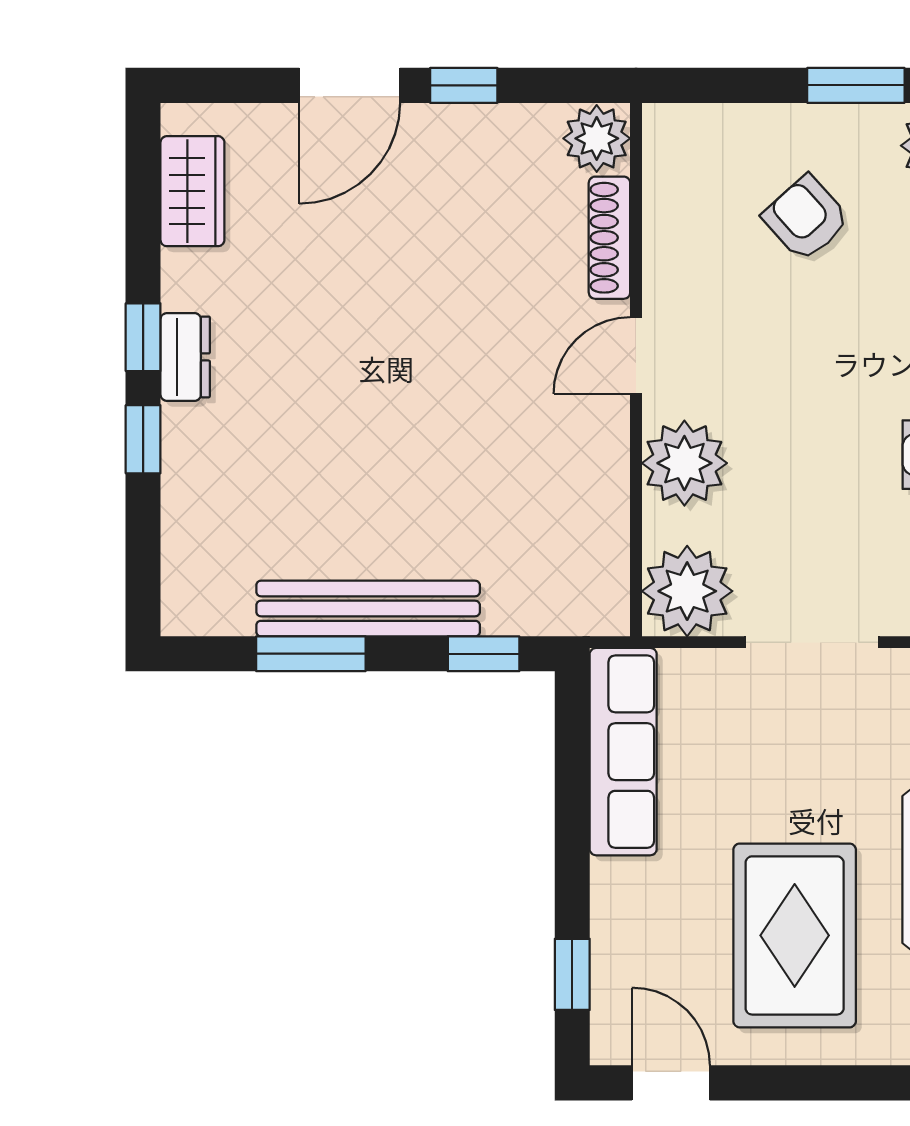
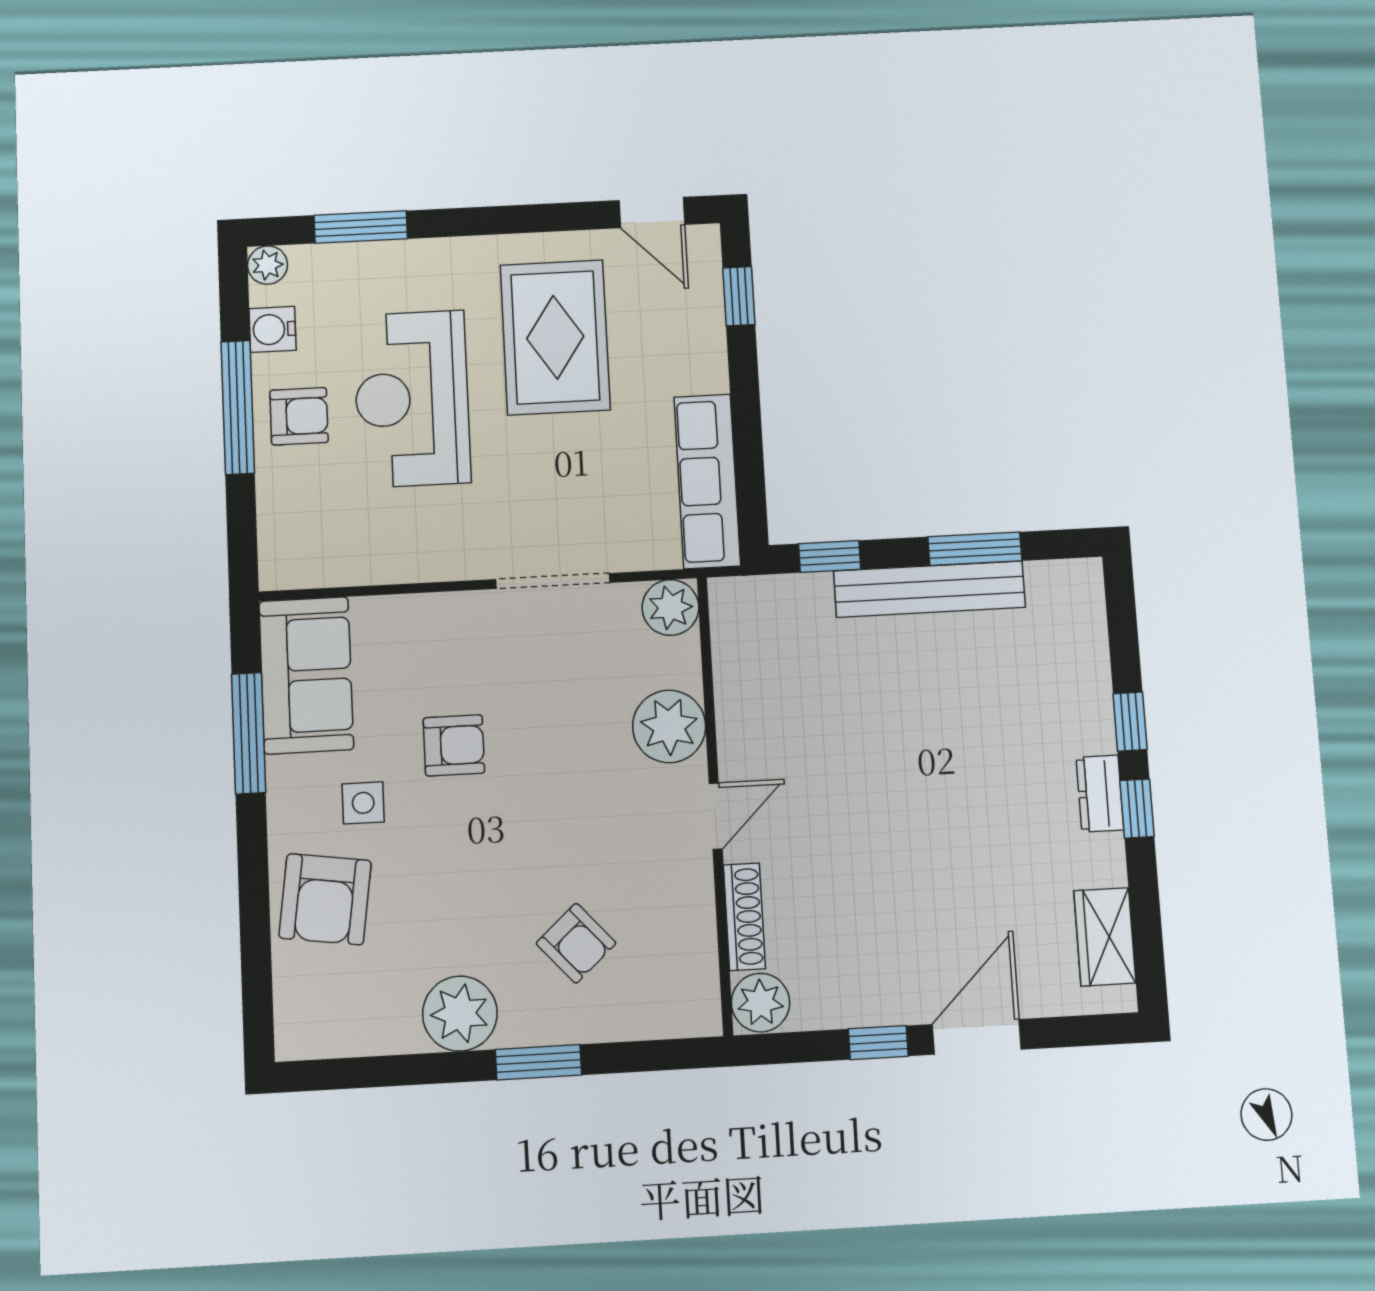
plant: (687, 591) -> (670, 608), width x0.73, depth x0.73

